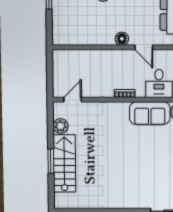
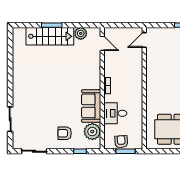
floor lamp: (122, 39) -> (151, 83), removed
door: (144, 47) -> (144, 40), moved

